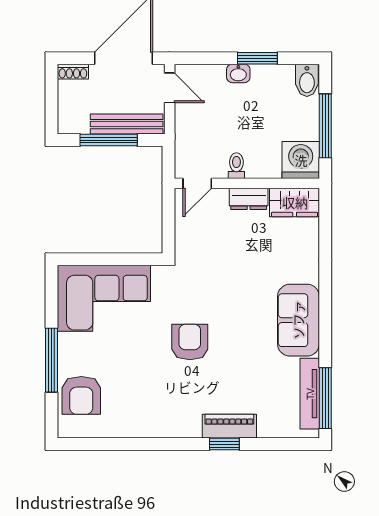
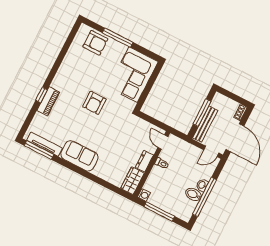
window: (257, 58) -> (205, 197), width x2.11
bidet: (307, 80) -> (193, 194), moved
washing machine: (301, 160) -> (144, 195), width x0.53, depth x0.53
armchair: (190, 342) -> (94, 103), turned 90
armchair: (81, 395) -> (95, 43), turned 180

